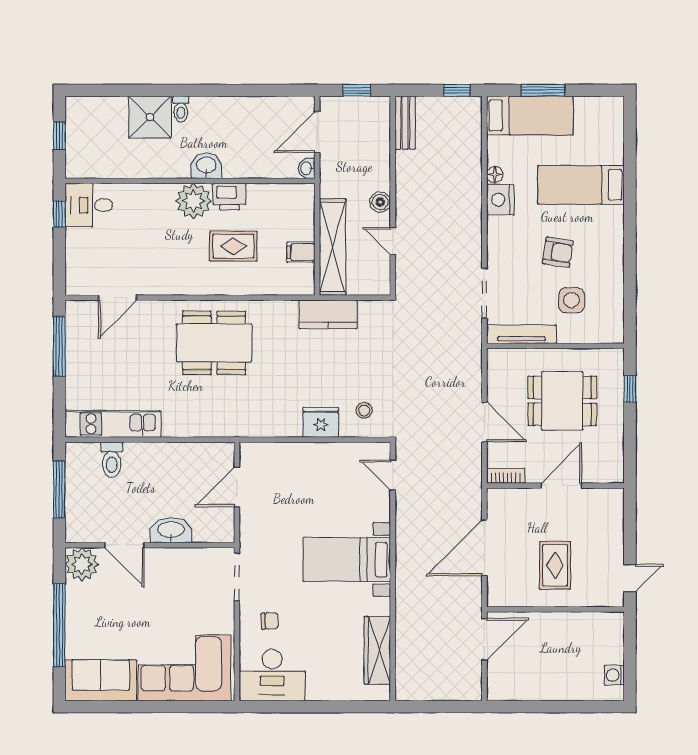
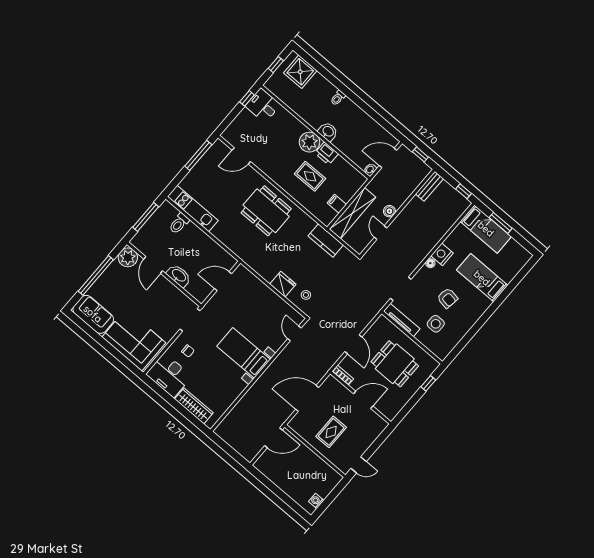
shower: (150, 117) -> (300, 72), moved
floor lamp: (495, 175) -> (430, 263), moved
wardrobe: (377, 650) -> (194, 406), moved, turned 90

